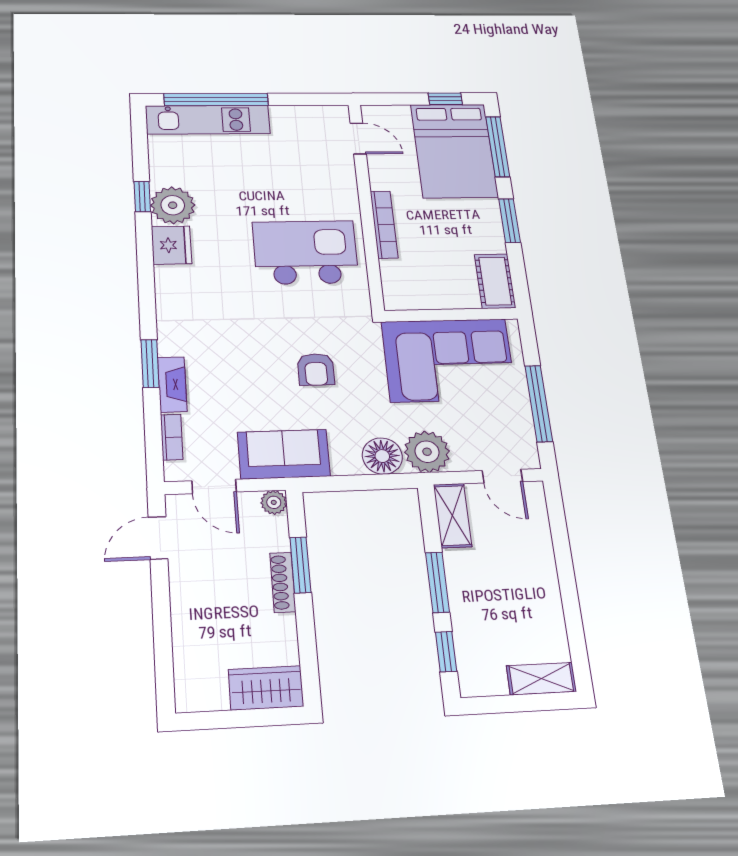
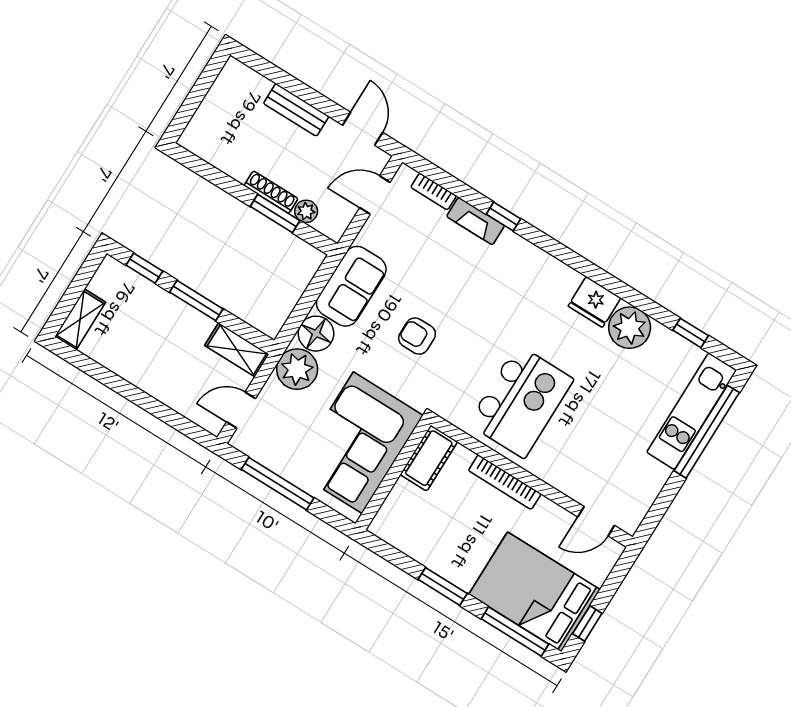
window: (142, 197) -> (691, 333), moved
cot: (495, 281) -> (429, 458), moved, turned 90
window: (150, 364) -> (503, 216), width x0.67
sofa: (284, 454) -> (351, 286), moved
plant: (274, 502) -> (306, 211), moved
bench: (185, 612) -> (296, 110), added
wardrobe: (266, 688) -> (205, 127), removed

